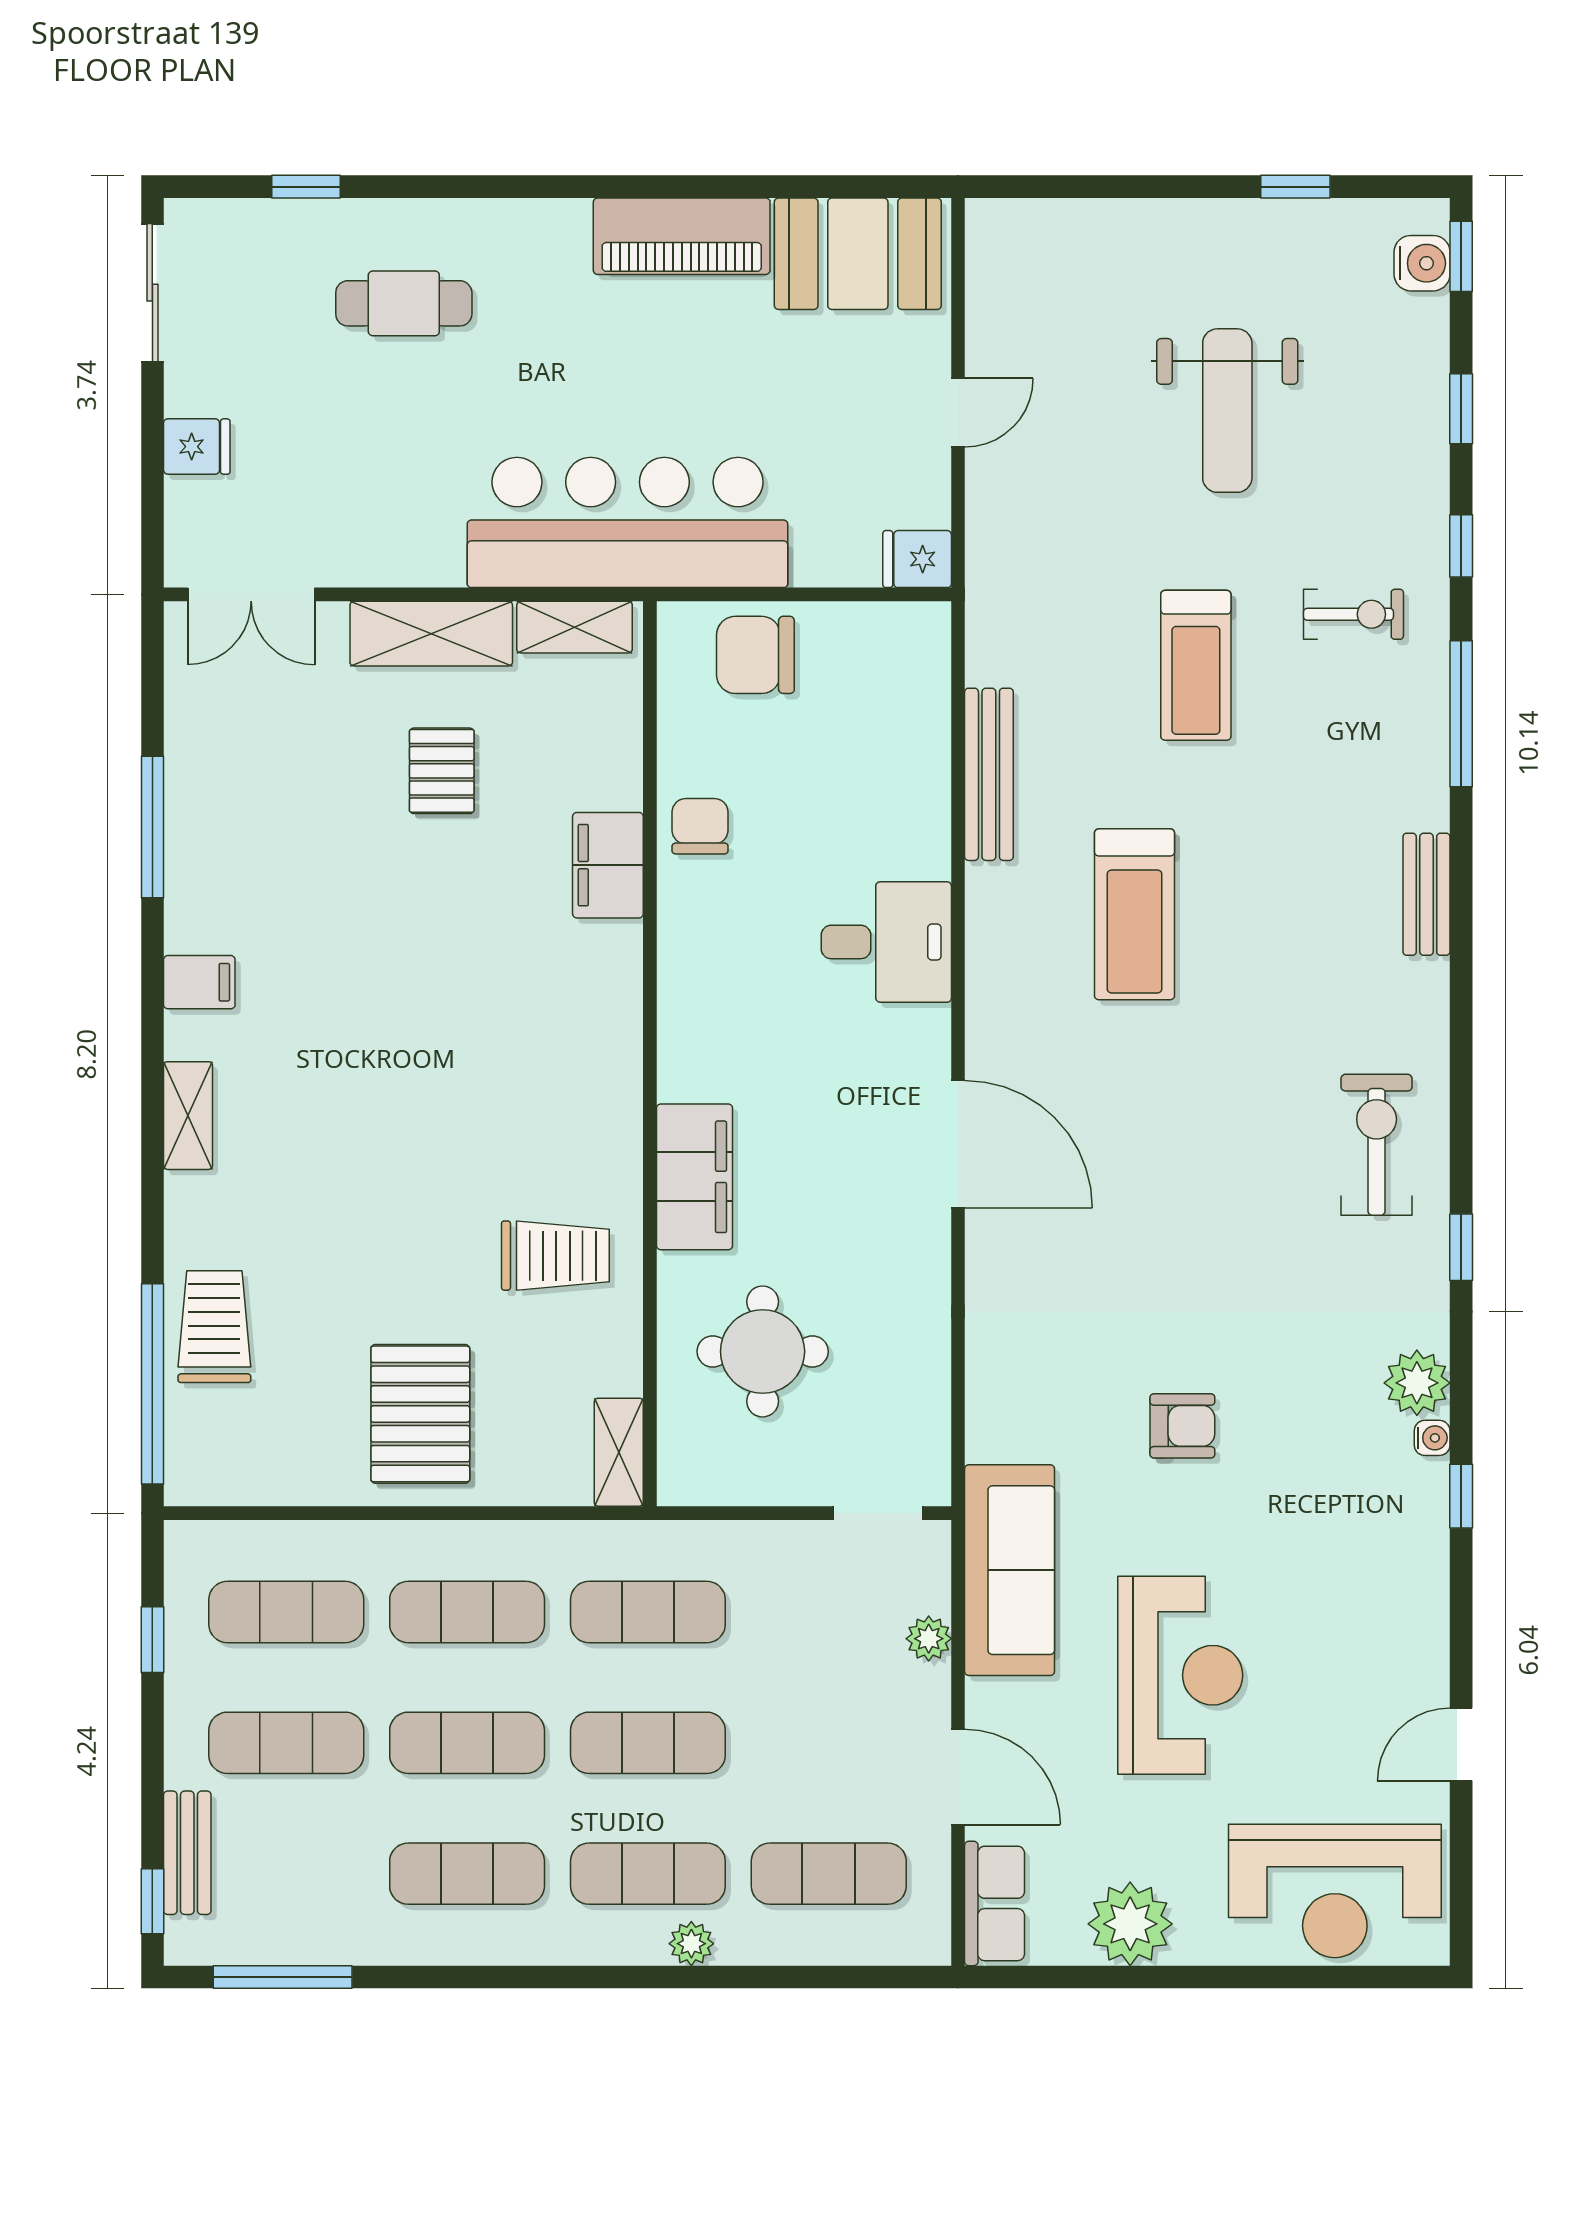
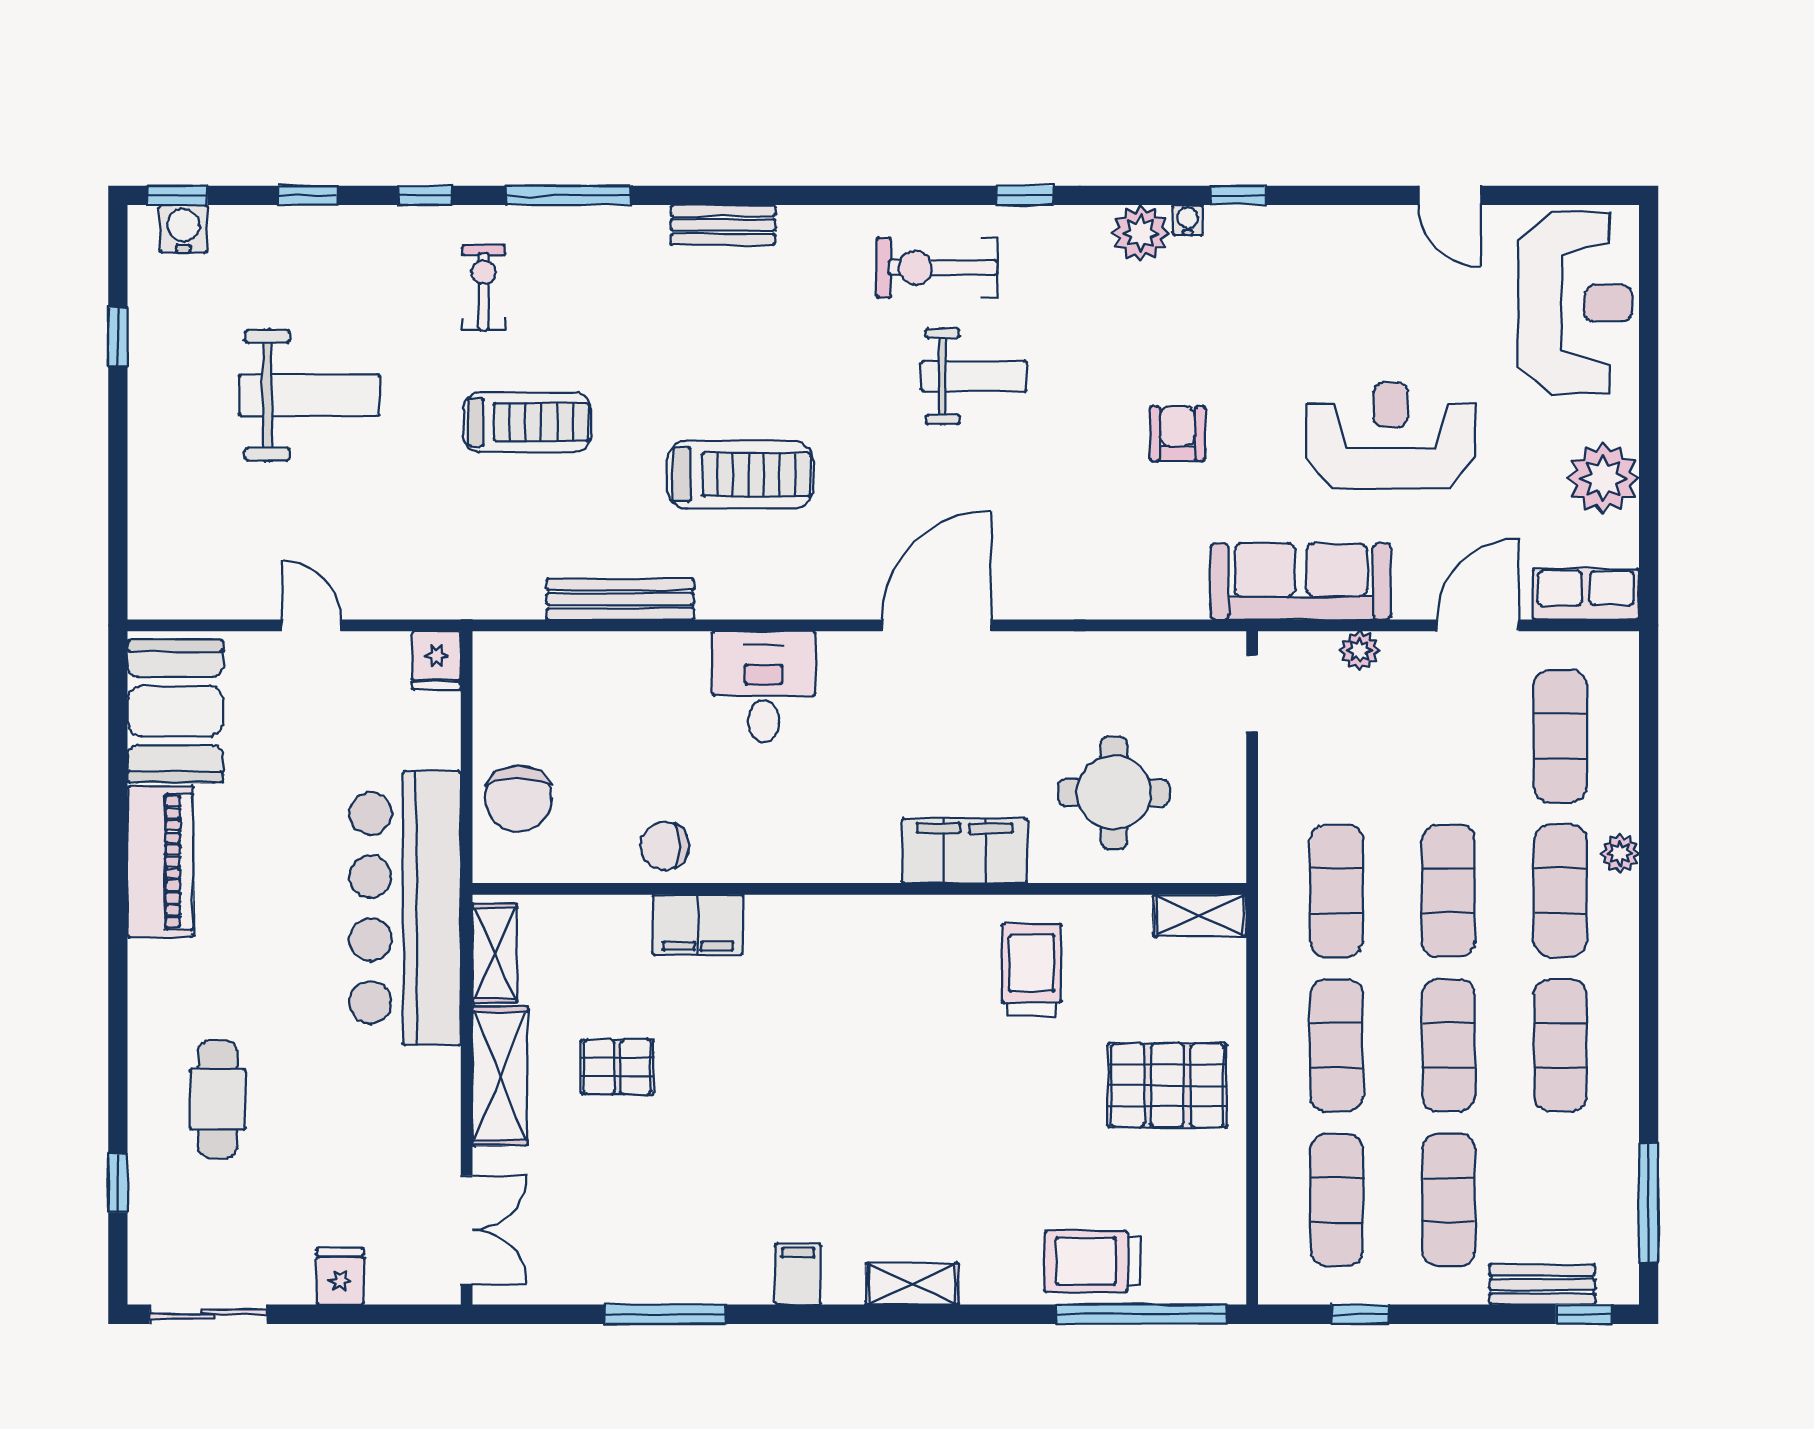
weight bench: (1250, 1188) -> (974, 376), added

